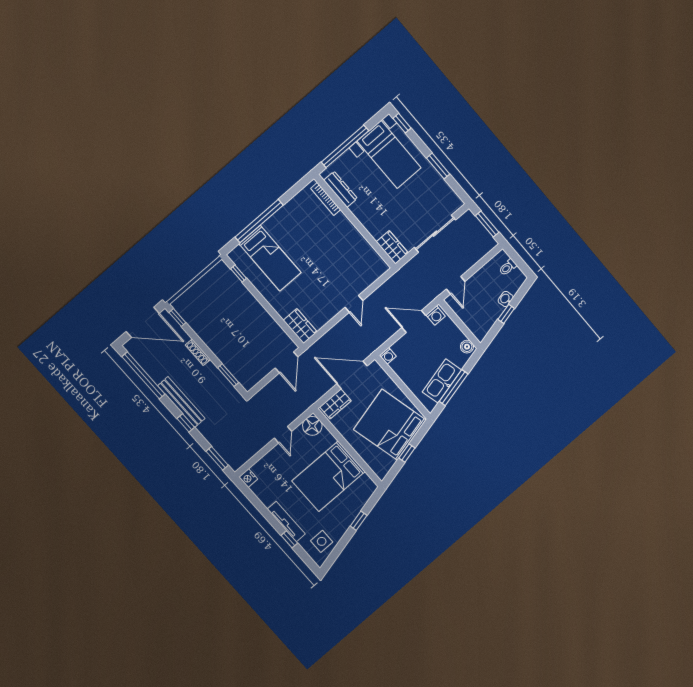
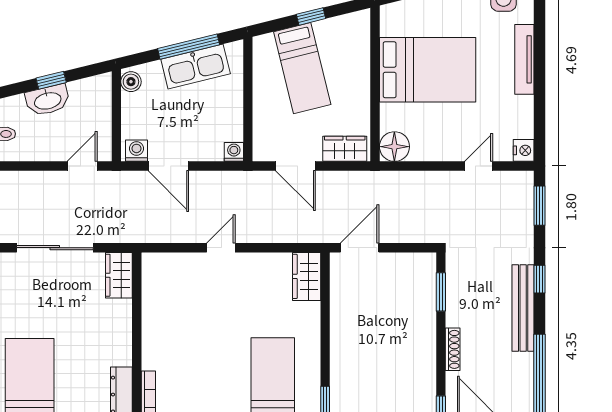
washbasin: (506, 299) -> (48, 100), width x1.91, depth x1.45
door: (352, 375) -> (295, 166), width x0.73
bed: (390, 425) -> (302, 68), width x0.49
door: (283, 435) -> (479, 166), moved
window: (289, 539) -> (540, 35), removed

